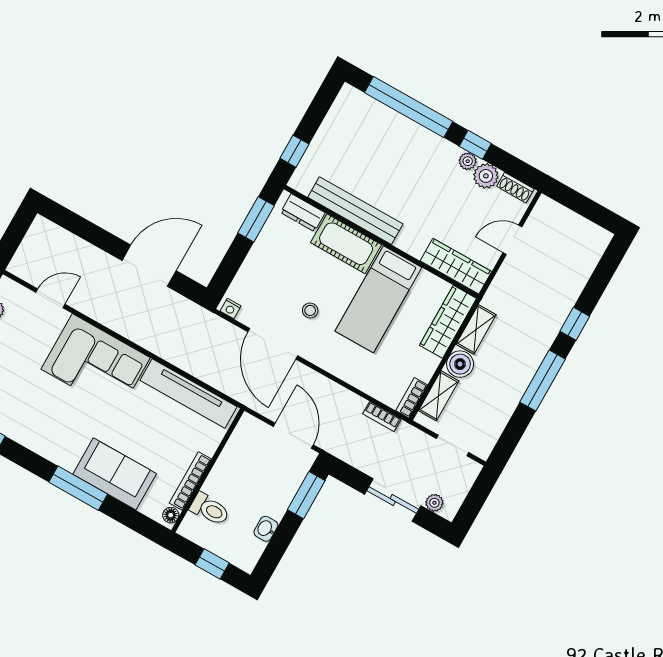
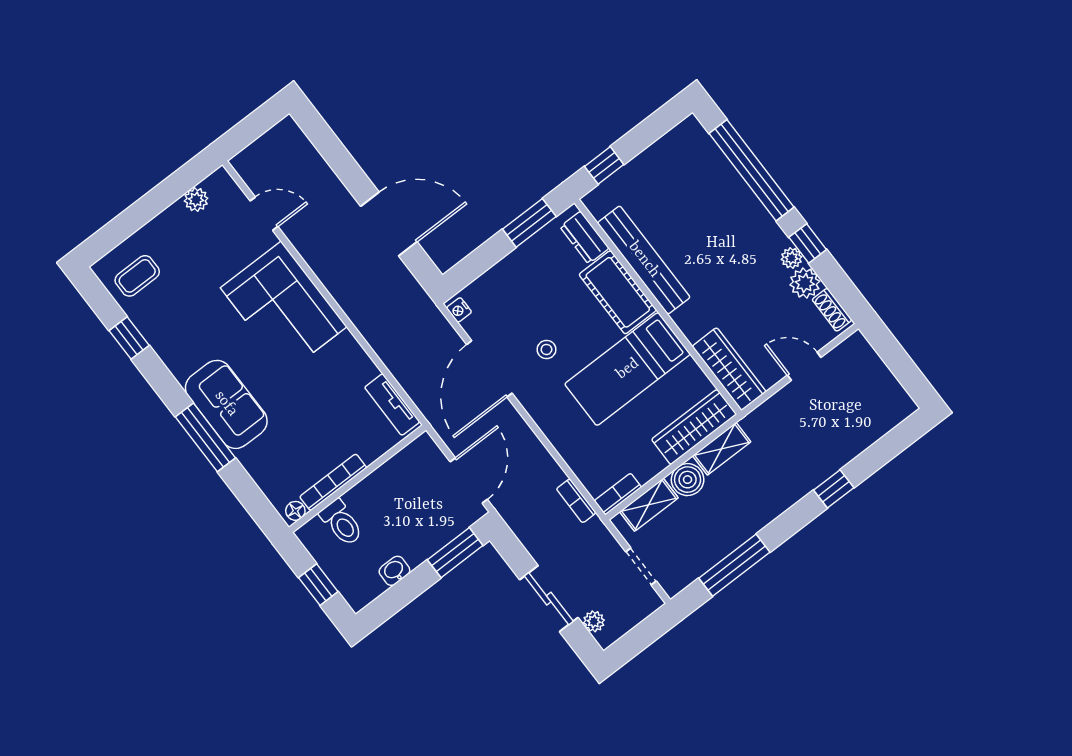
window: (543, 381) -> (734, 565), moved
tv unit: (188, 393) -> (392, 405), width x0.52, depth x0.78
sofa: (115, 474) -> (226, 404), moved

